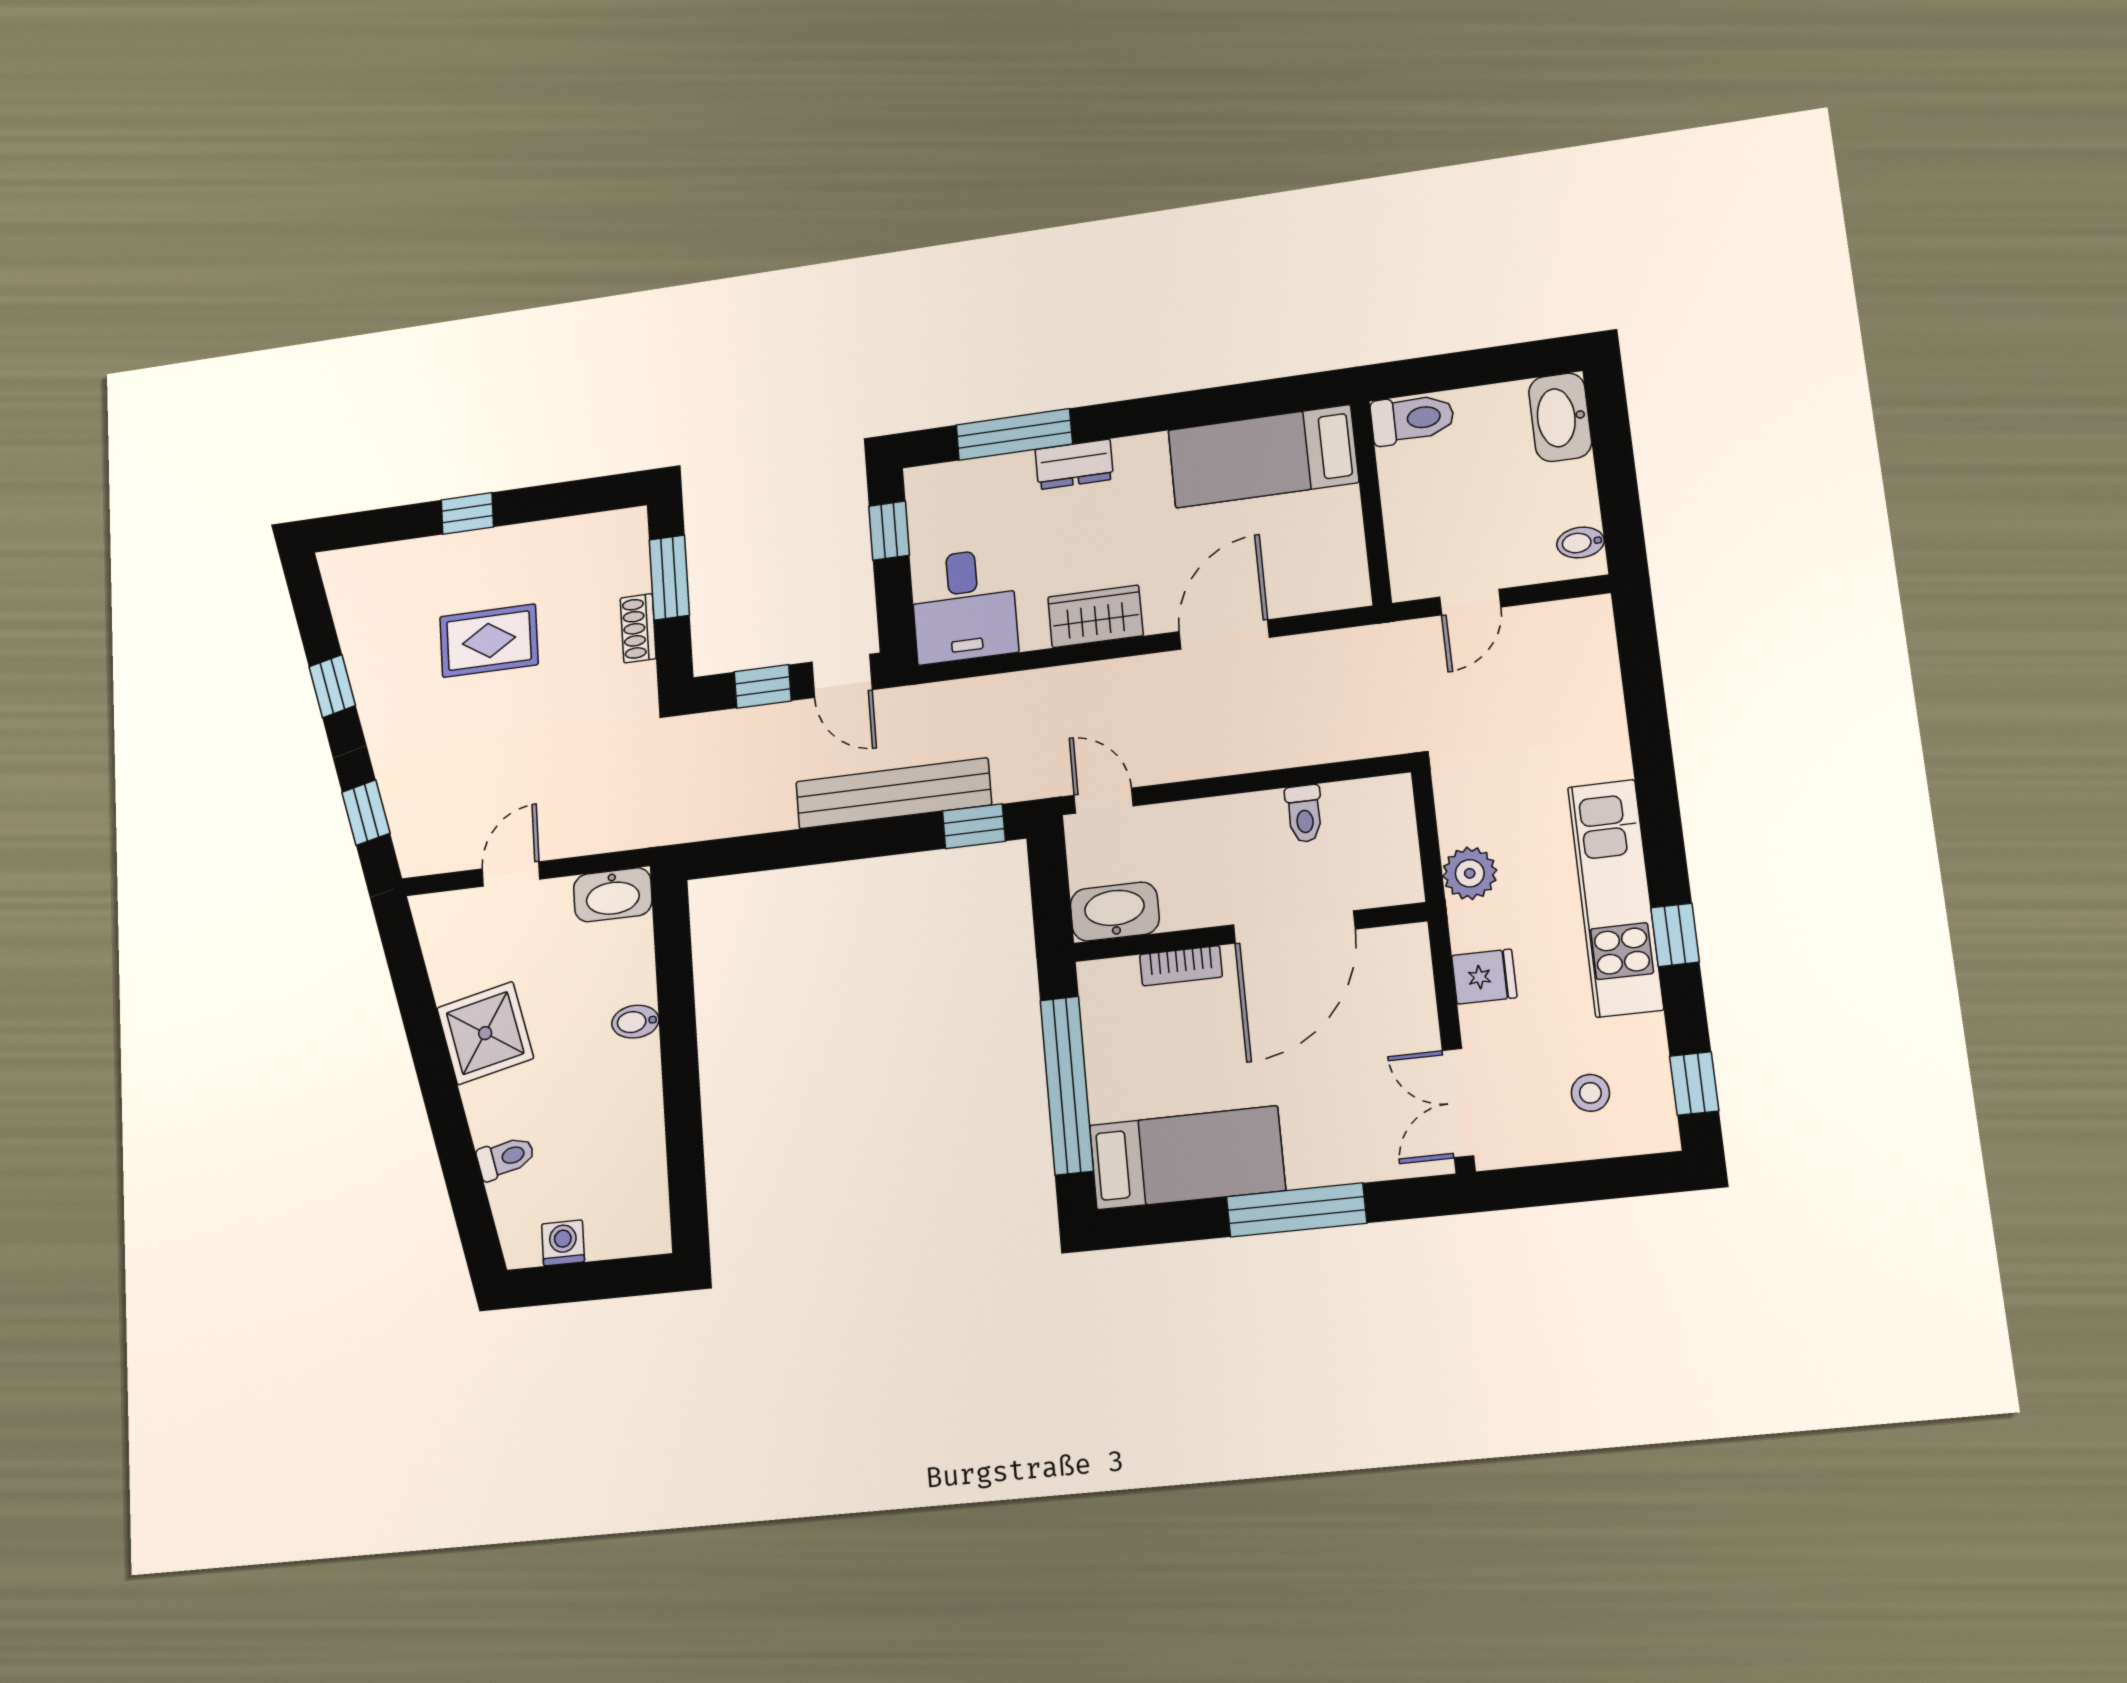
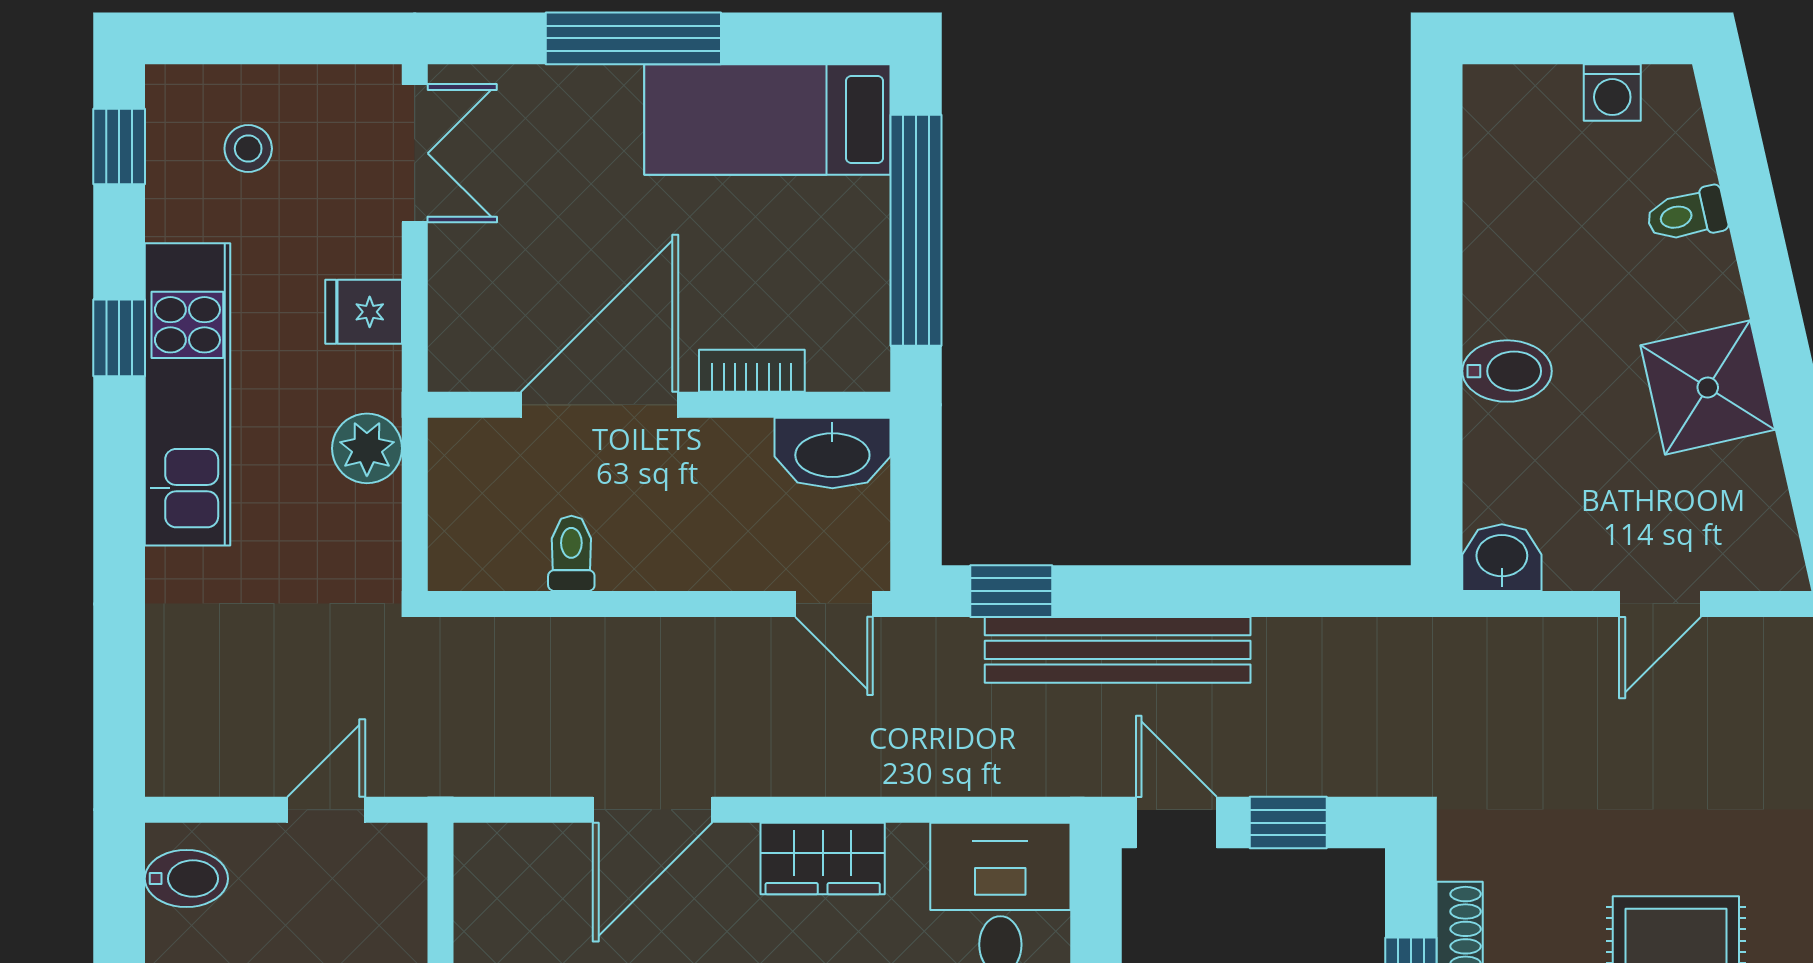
bidet: (1580, 543) -> (186, 879), width x1.38, depth x1.36
washbasin: (613, 895) -> (1502, 558), width x0.72
bidet: (635, 1022) -> (1507, 371), width x1.38, depth x1.36

